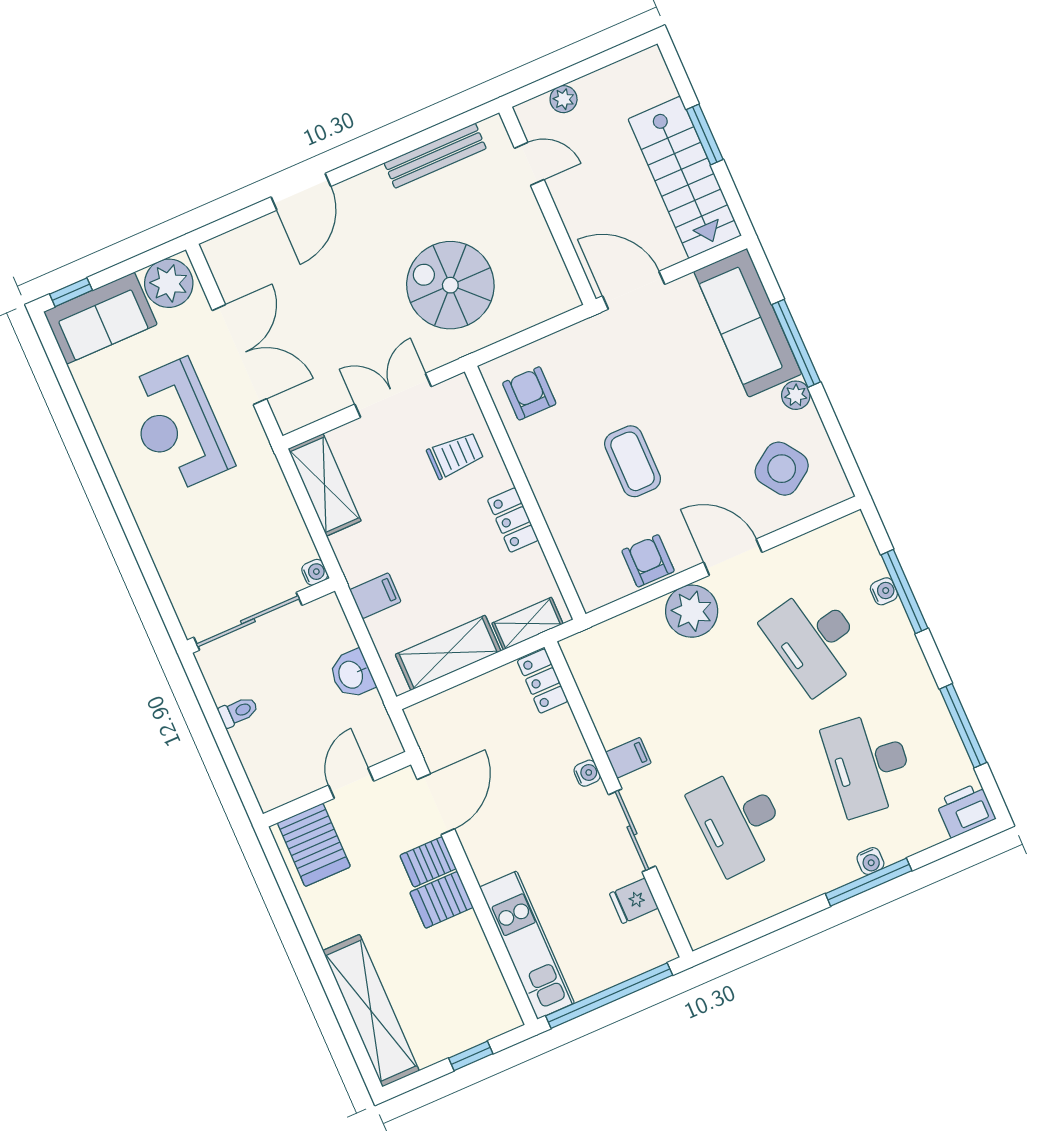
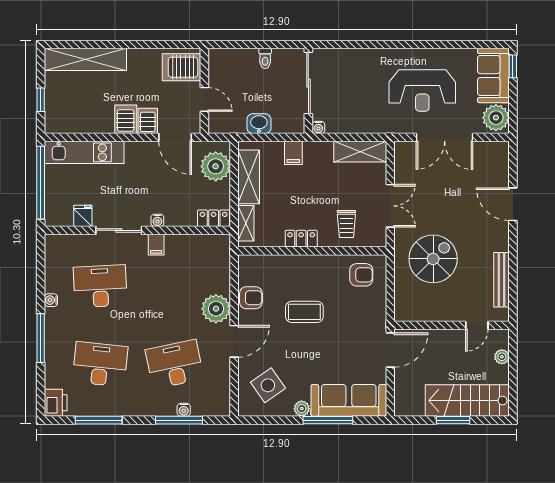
stairs: (685, 177) -> (467, 401), moved
reception desk: (177, 426) -> (422, 91), turned 180
plant: (454, 716) -> (216, 166), added
water cooler: (870, 861) -> (51, 300), moved

